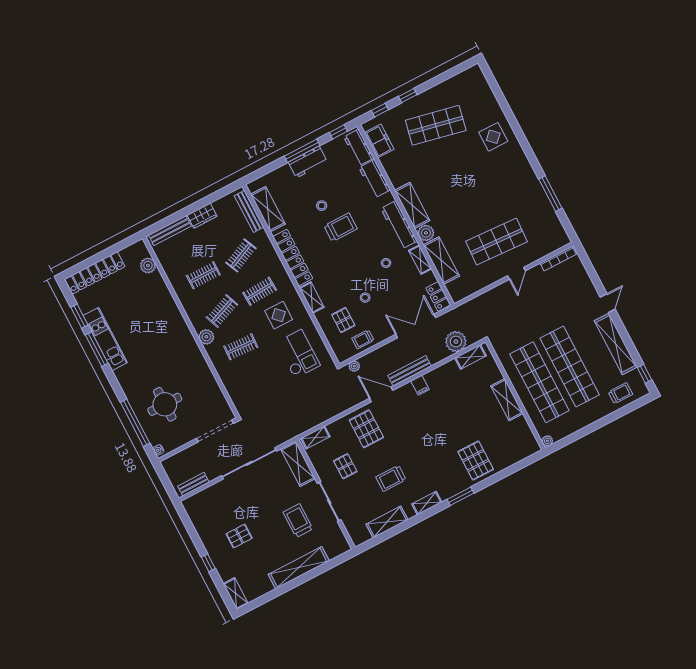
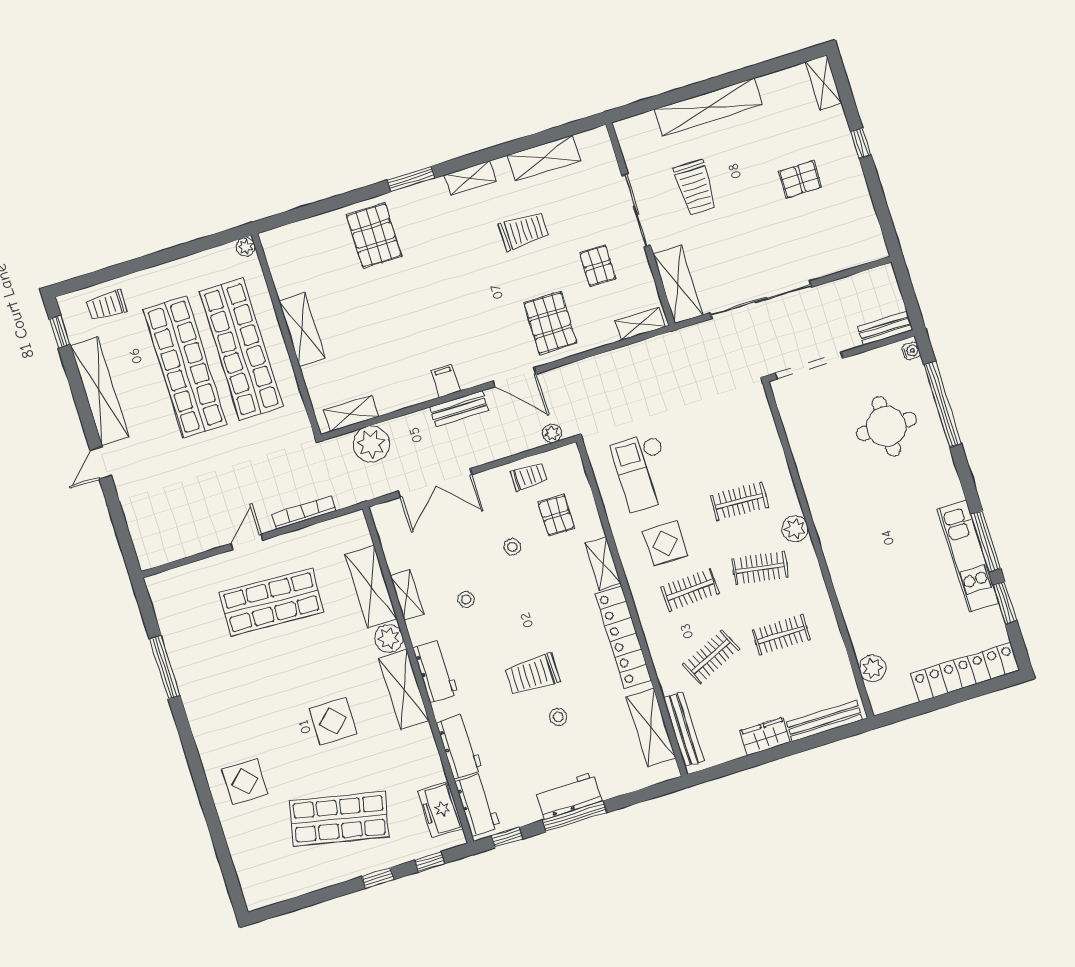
display table: (449, 180) -> (333, 721), added
workbench: (399, 225) -> (436, 671), width x0.73
bookcase: (558, 259) -> (304, 513), moved
locker: (438, 296) -> (387, 526), removed
clothes rail: (222, 311) -> (760, 568), turned 30
bench: (410, 371) -> (459, 409), width x0.73
bench: (193, 484) -> (885, 328), moved

